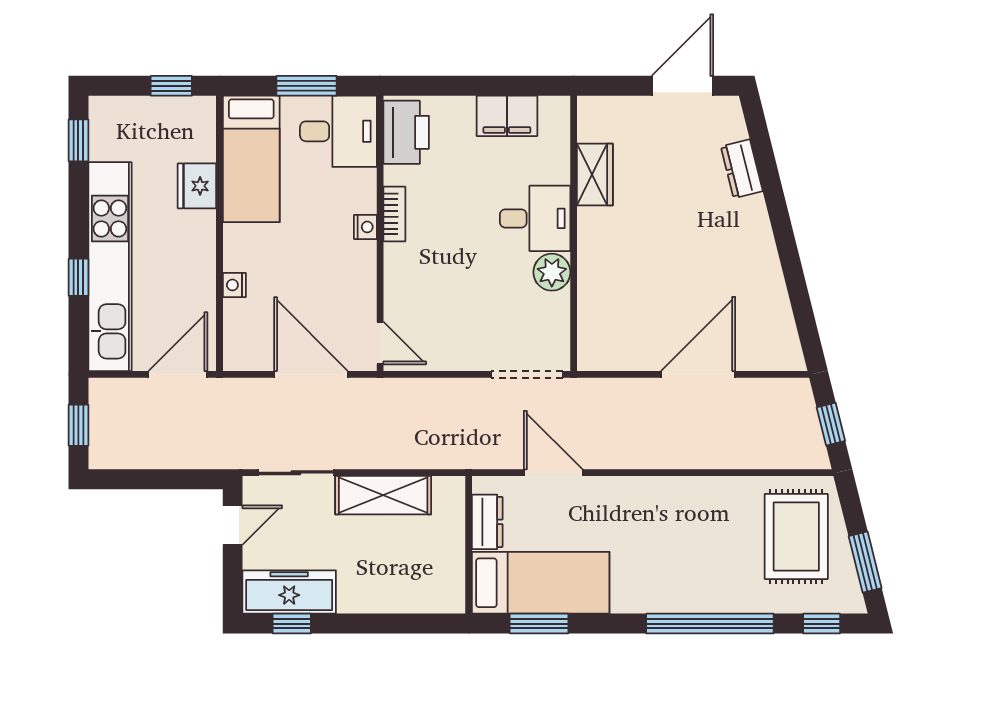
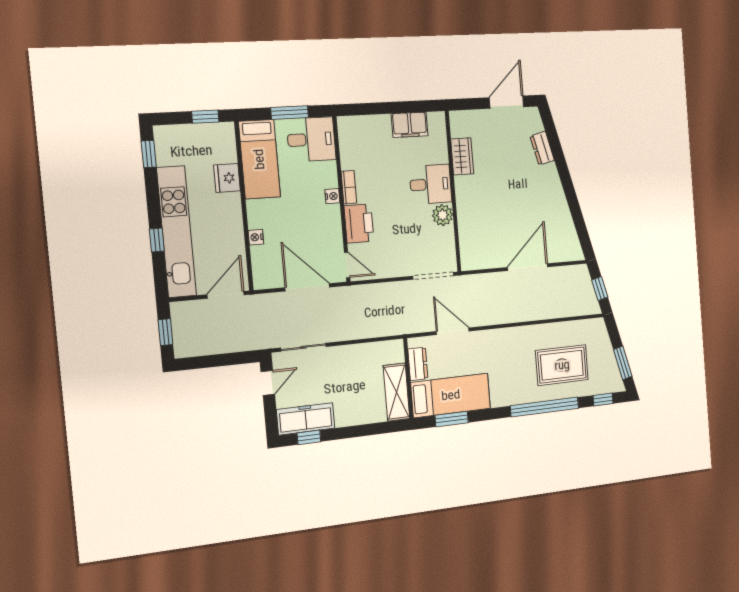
printer: (406, 132) -> (359, 224), moved
shelving: (383, 495) -> (396, 392), moved, turned 90
rug: (796, 537) -> (562, 365), moved, turned 90

